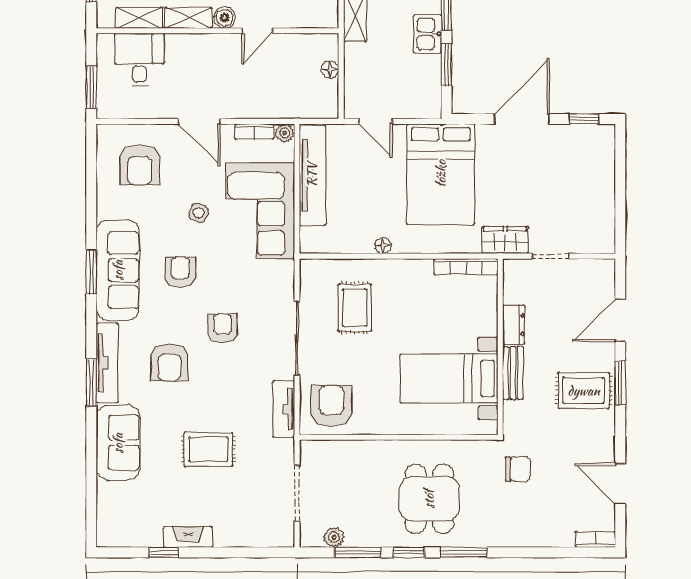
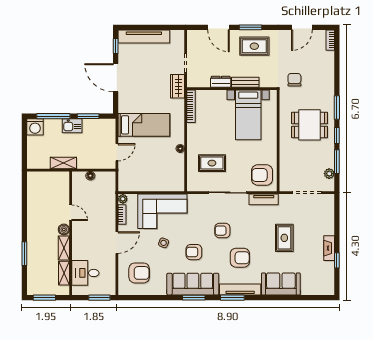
bed: (441, 174) -> (144, 125), width x0.67
tv unit: (312, 175) -> (144, 37), moved, turned 180
window: (91, 383) -> (232, 298), moved
rug: (584, 391) -> (254, 46), turned 90

